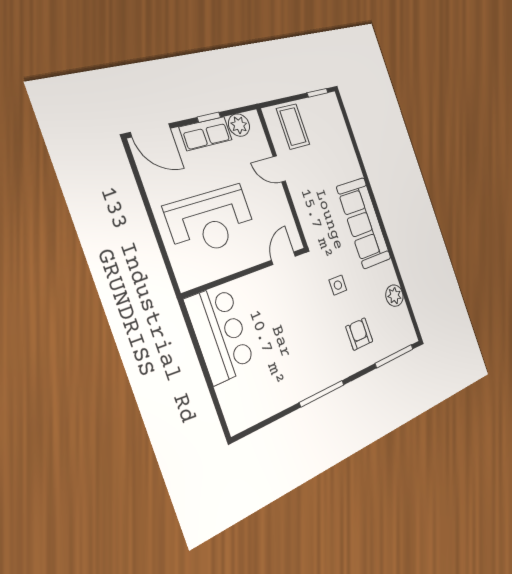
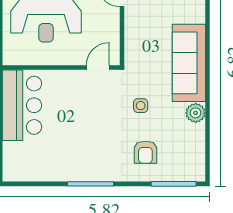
plant: (394, 296) -> (196, 113), moved
armchair: (359, 334) -> (145, 152), turned 180

